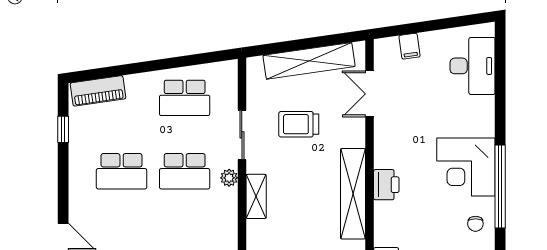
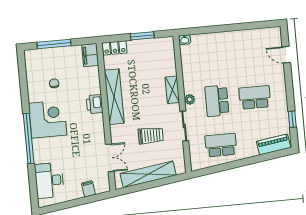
school desk: (185, 171) -> (217, 101), turned -90
window: (500, 187) -> (29, 138), moved
chair: (475, 224) -> (54, 83), moved

